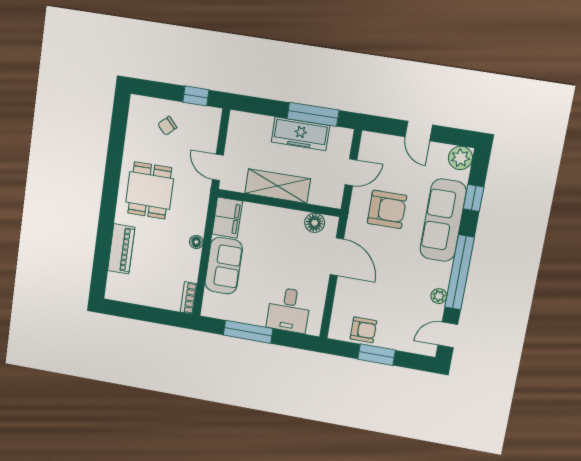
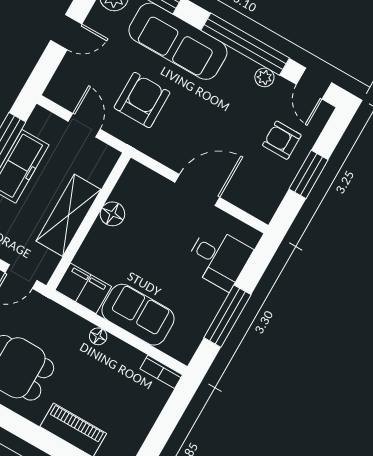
floor lamp: (315, 223) -> (112, 214), moved
door: (337, 257) -> (197, 190), moved
armchair: (363, 330) -> (282, 140), moved, turned -90

